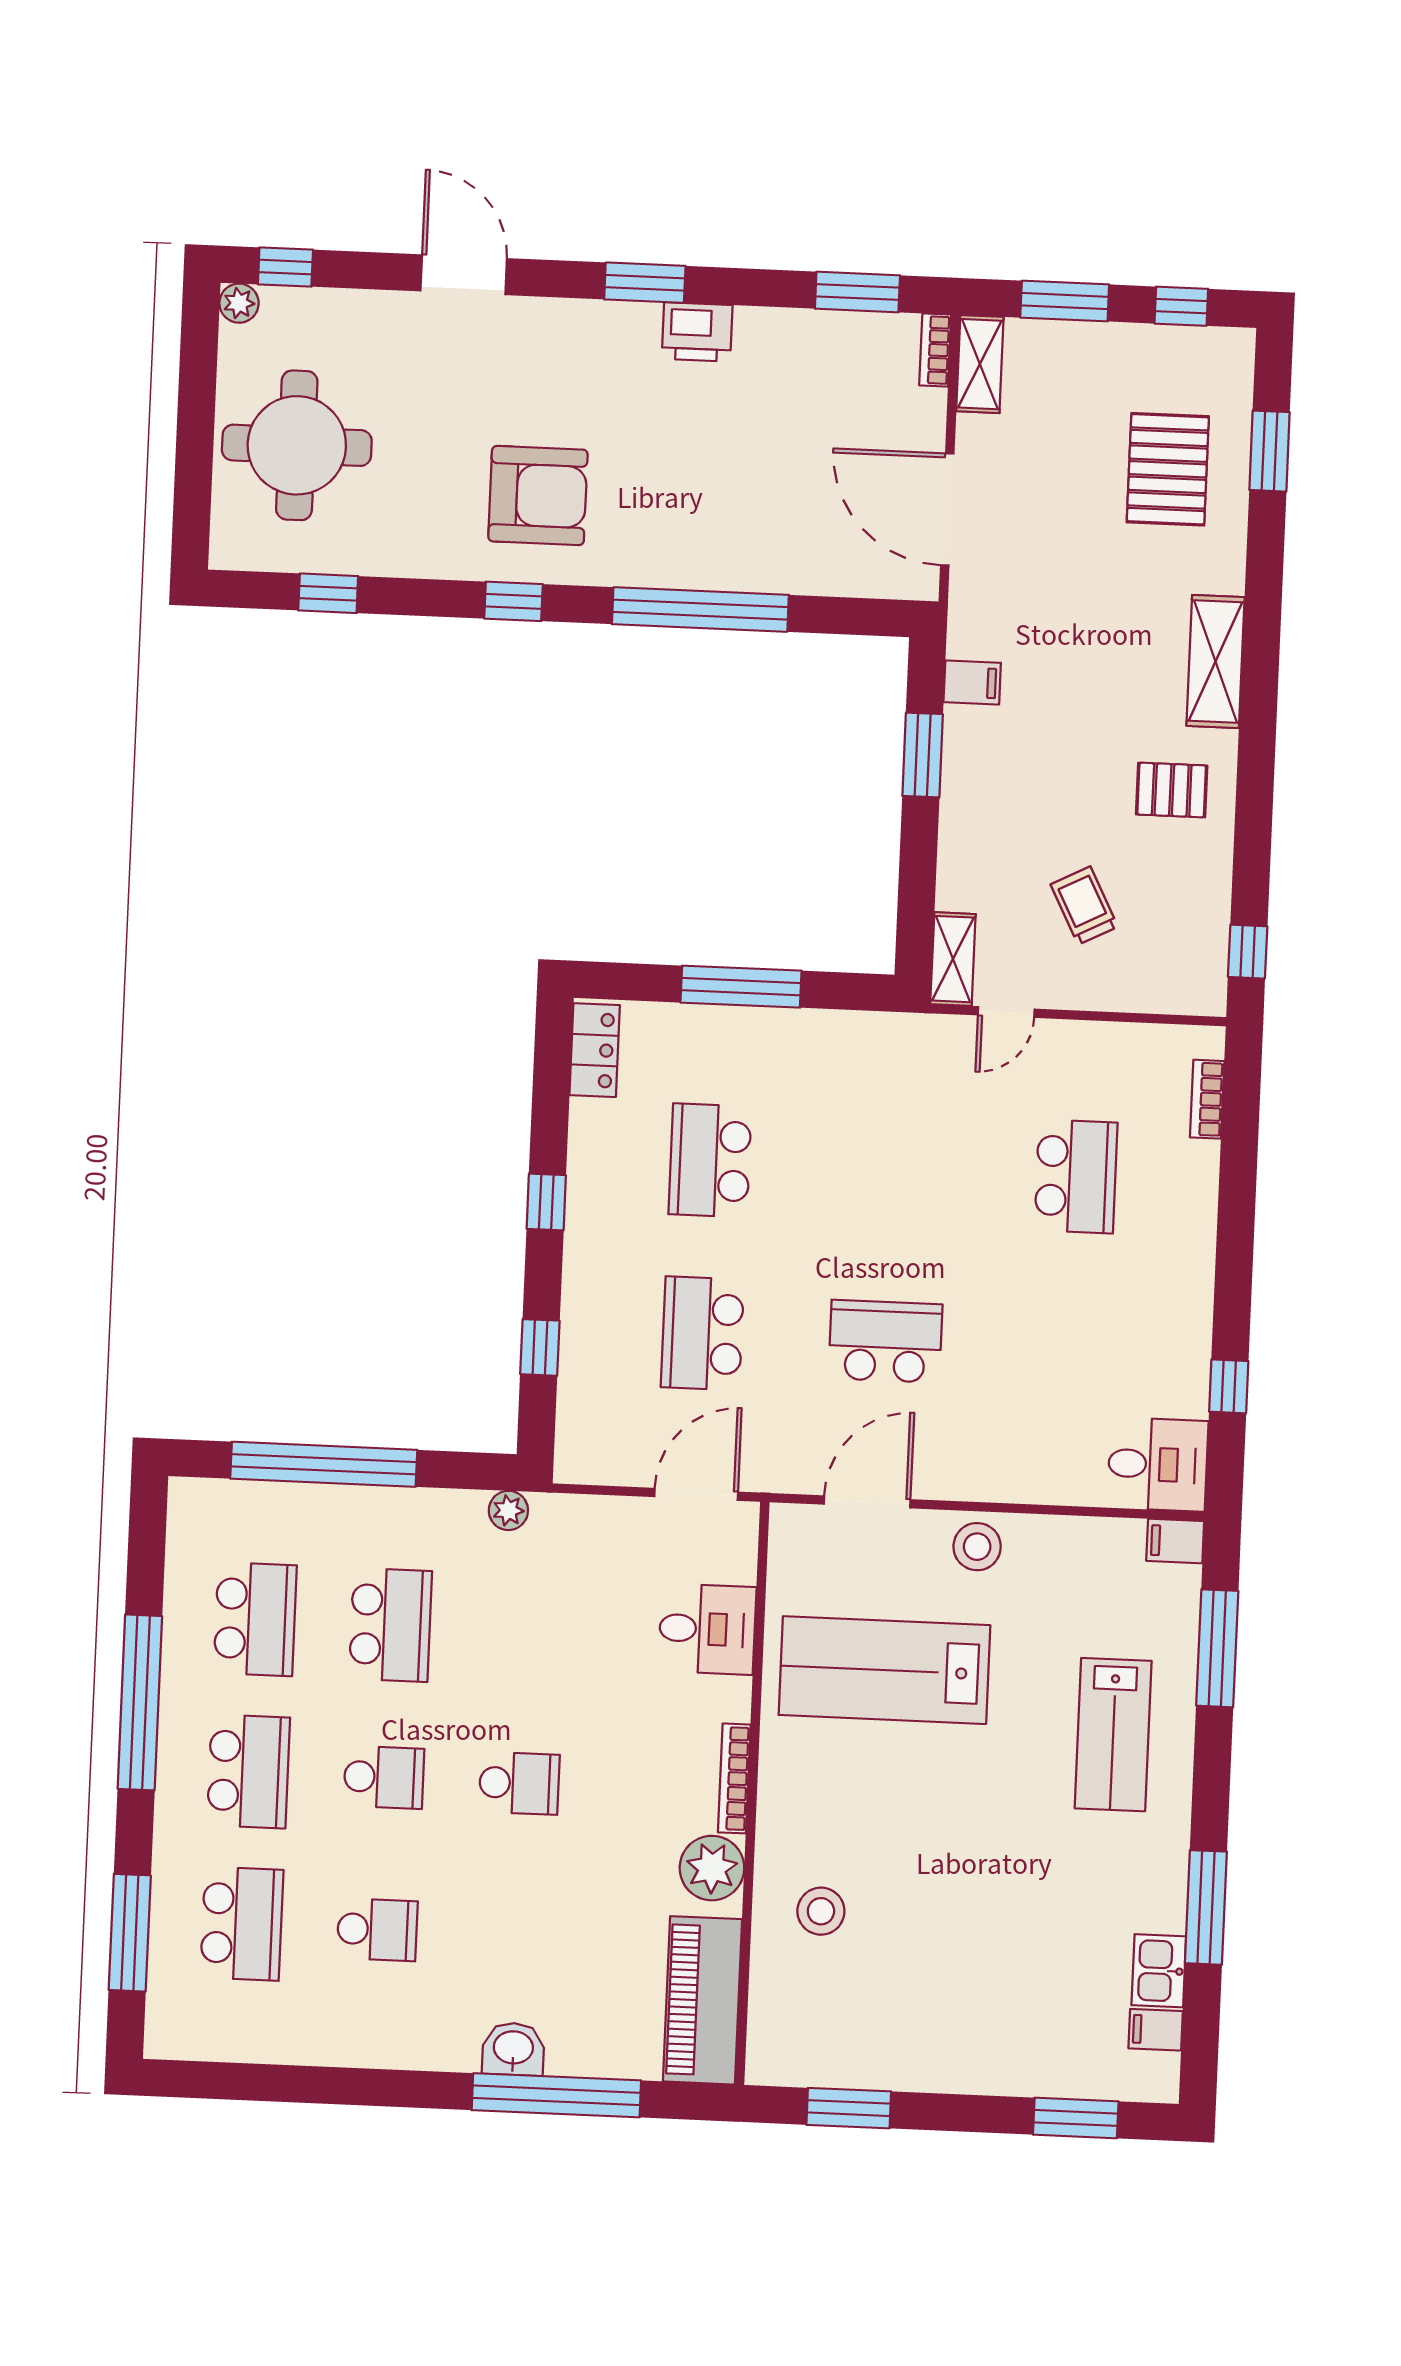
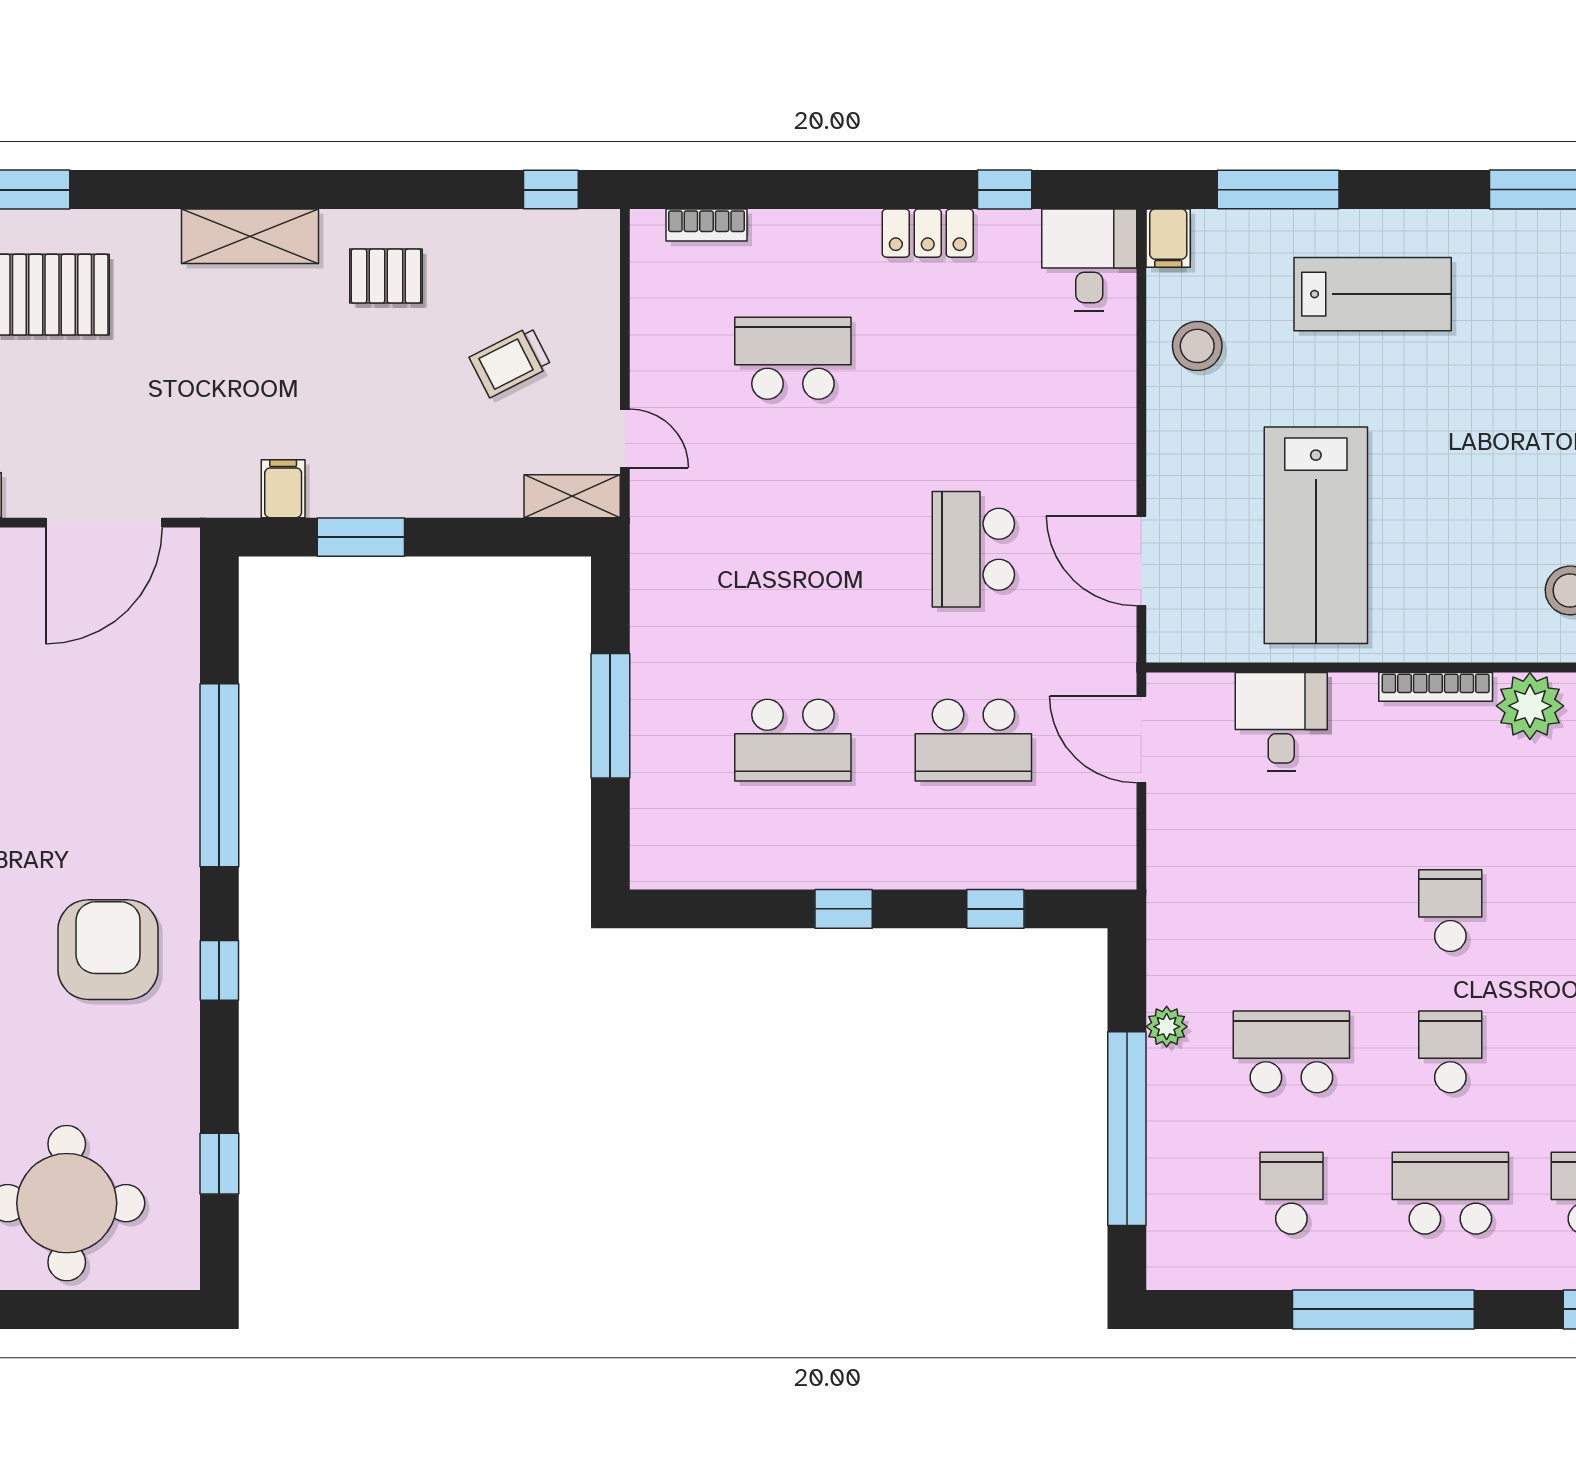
pallet: (1172, 790) -> (386, 276), turned 90
locker: (595, 1050) -> (928, 233), moved, turned 180
plant: (508, 1510) -> (1167, 1027), moved
stool: (977, 1547) -> (1197, 346), moved
school desk: (255, 1619) -> (1291, 1193), width x0.54

